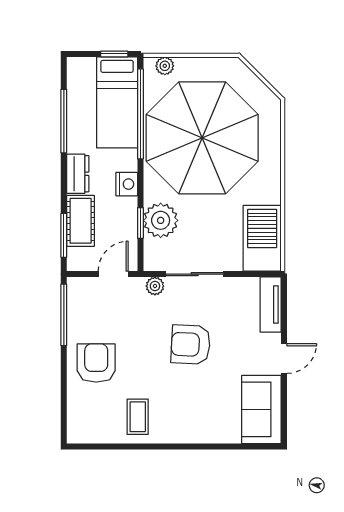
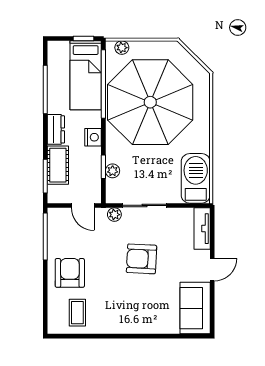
plant: (161, 220) -> (113, 171), width x0.53, depth x0.53
door: (113, 274) -> (83, 205), swing flipped
coffee table: (138, 417) -> (77, 313), moved

